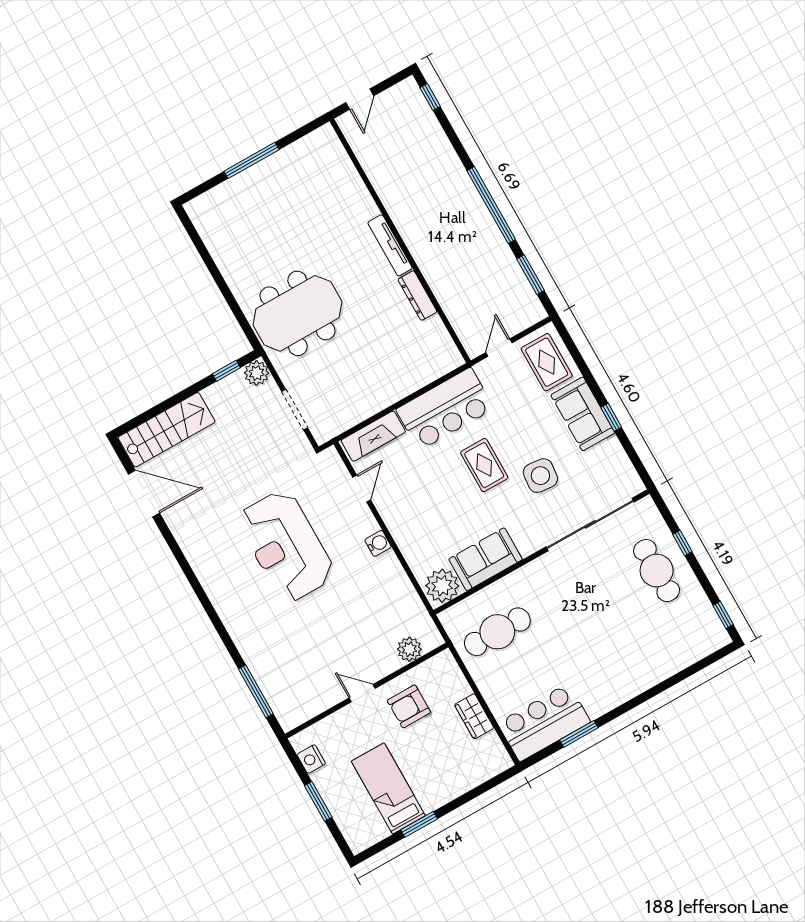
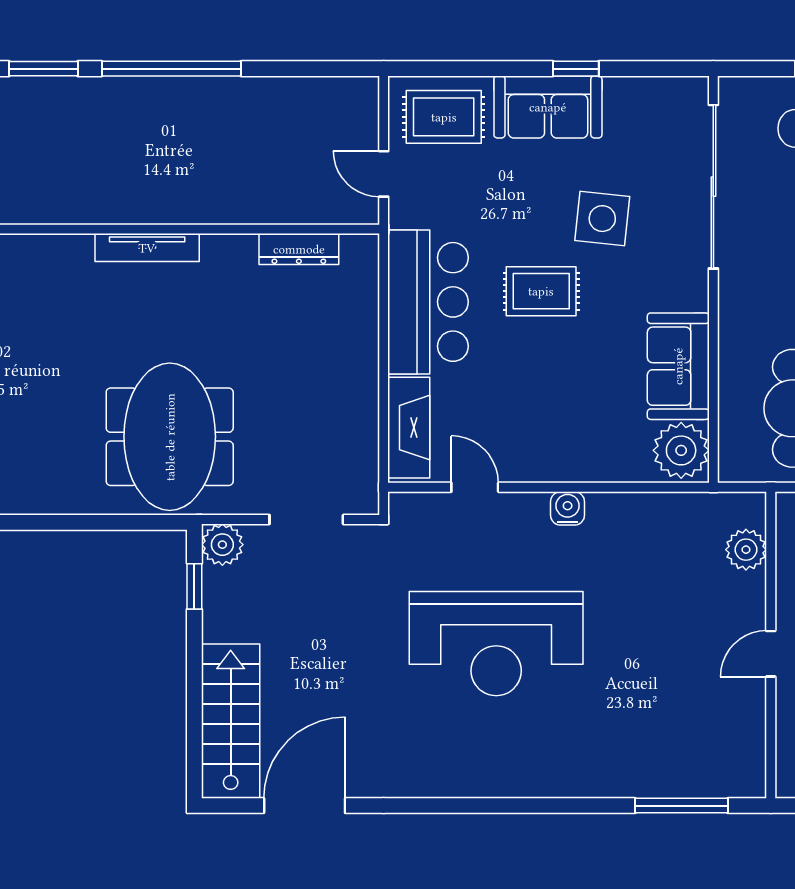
window: (531, 275) -> (43, 69), moved
dresser: (417, 296) -> (299, 249), moved

